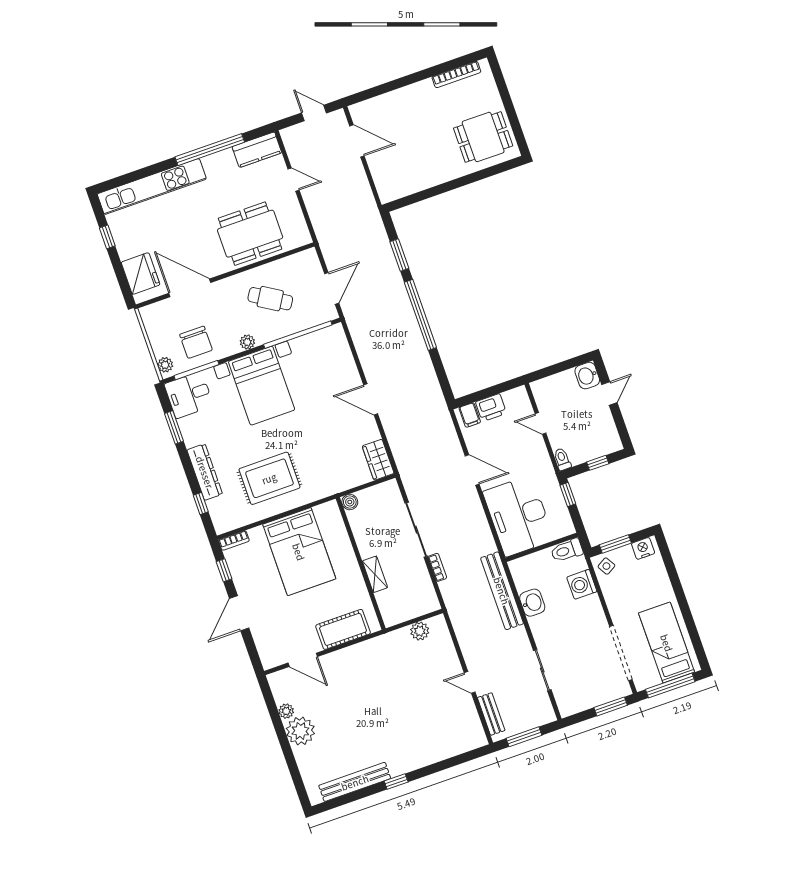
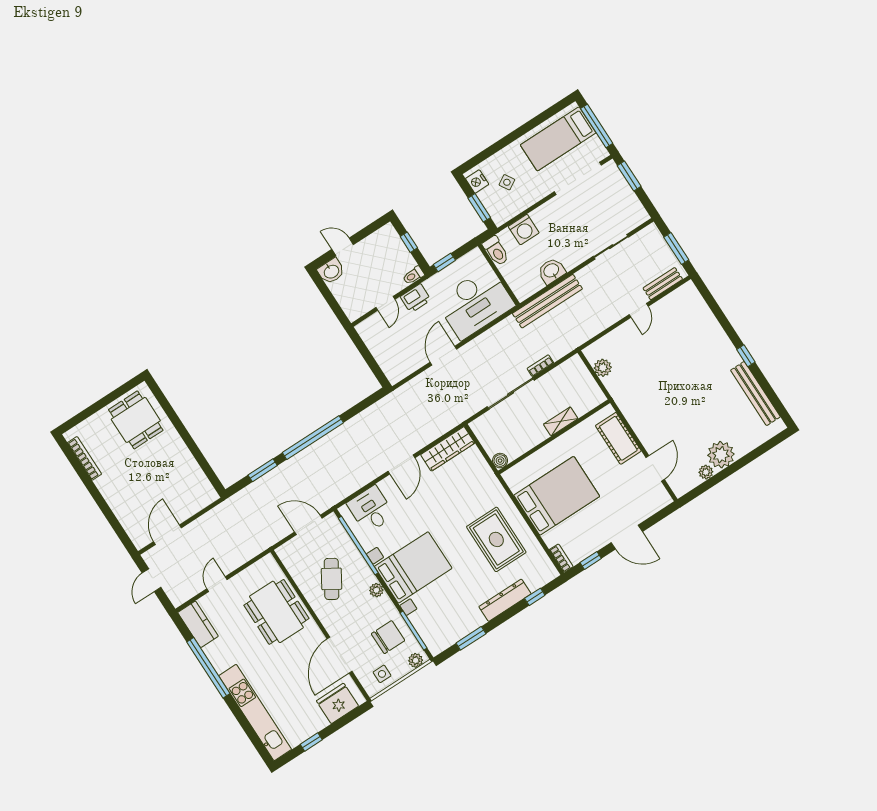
side table: (160, 327) -> (382, 674), added
desk: (189, 395) -> (371, 510), moved, turned 180
printer: (491, 408) -> (416, 298), moved, turned 90
filing cabinet: (470, 415) -> (394, 370), removed
wardrobe: (378, 460) -> (448, 449), width x1.50
side table: (606, 566) -> (507, 182), moved

